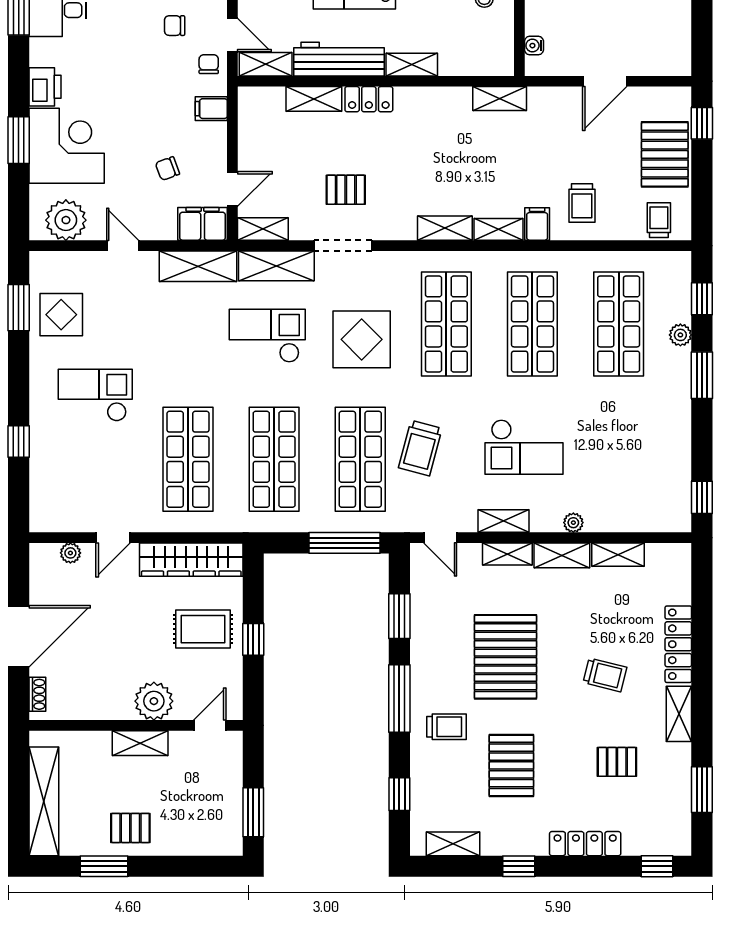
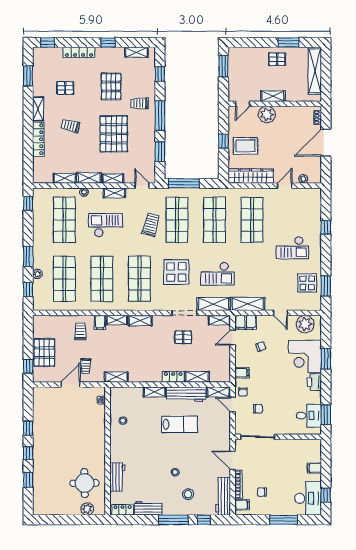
trolley: (659, 220) -> (86, 366), moved
shop shelf: (619, 459) -> (64, 220), added

